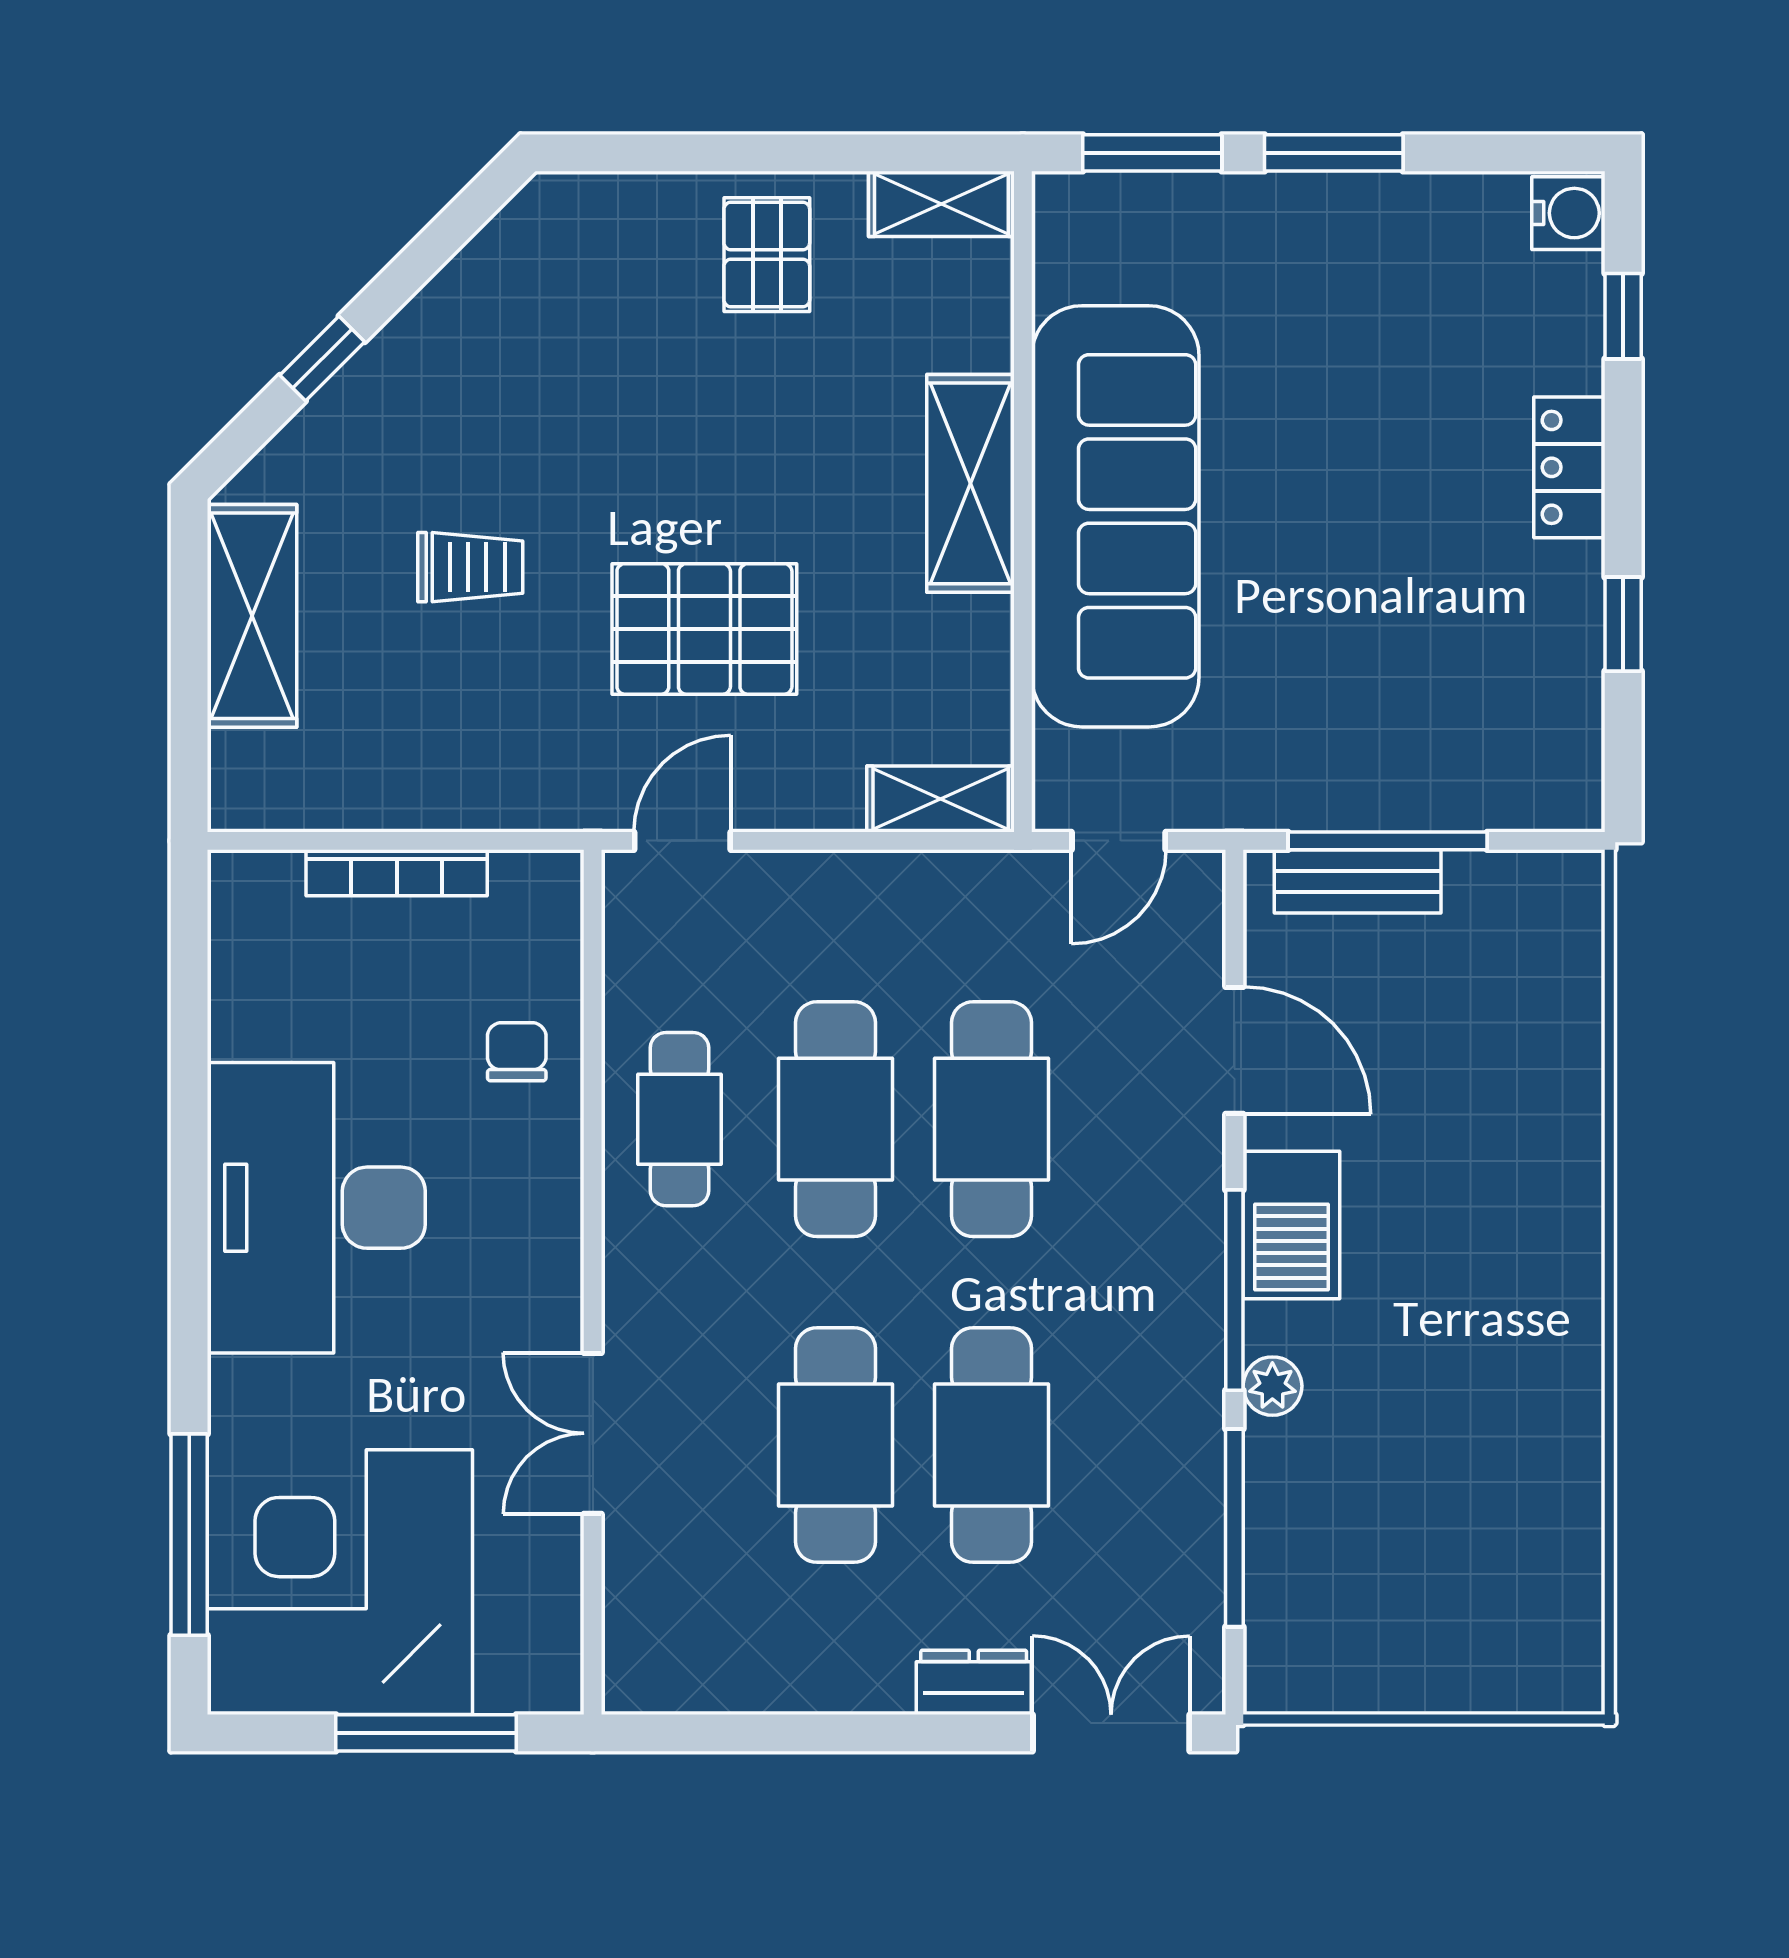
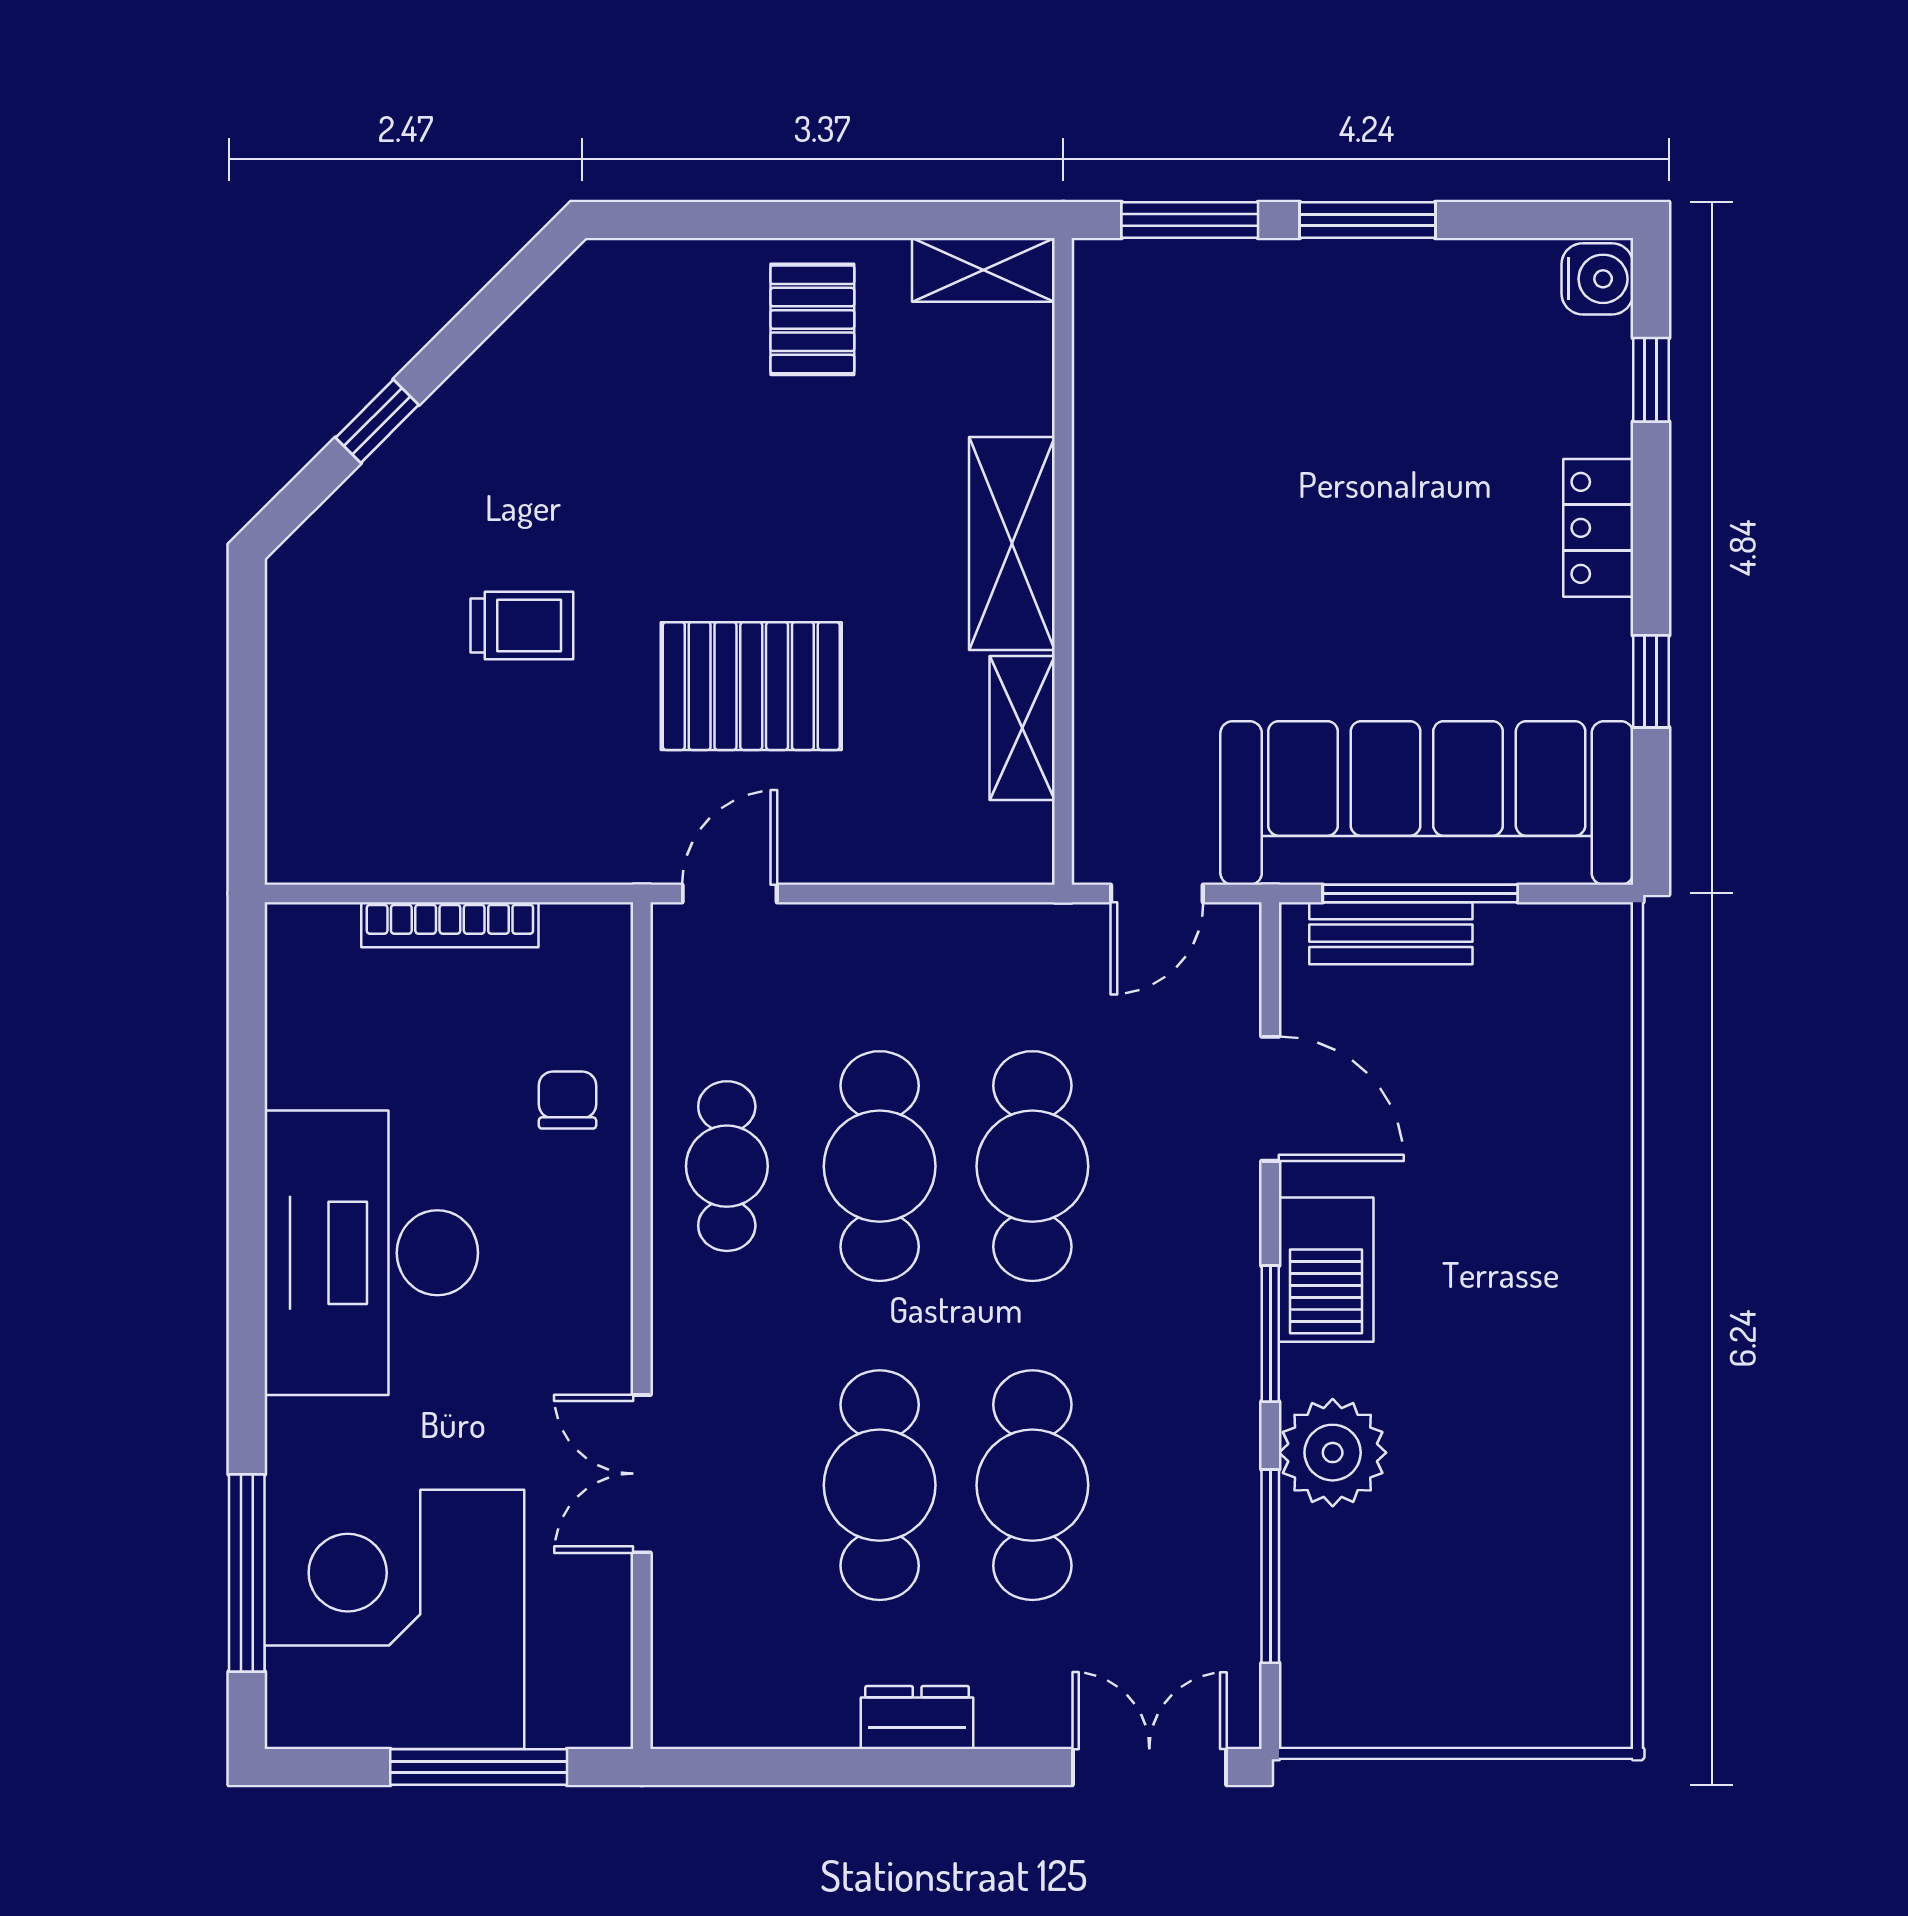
sofa: (1115, 516) -> (1427, 803), moved, turned -90
shelving: (252, 616) -> (308, 673), removed
shelving: (941, 799) -> (1022, 728), moved, turned 90
window: (1234, 1290) -> (1270, 1334), width x0.69
plant: (1272, 1386) -> (1333, 1453), width x1.87, depth x1.87
dresser: (974, 1682) -> (917, 1718), moved

